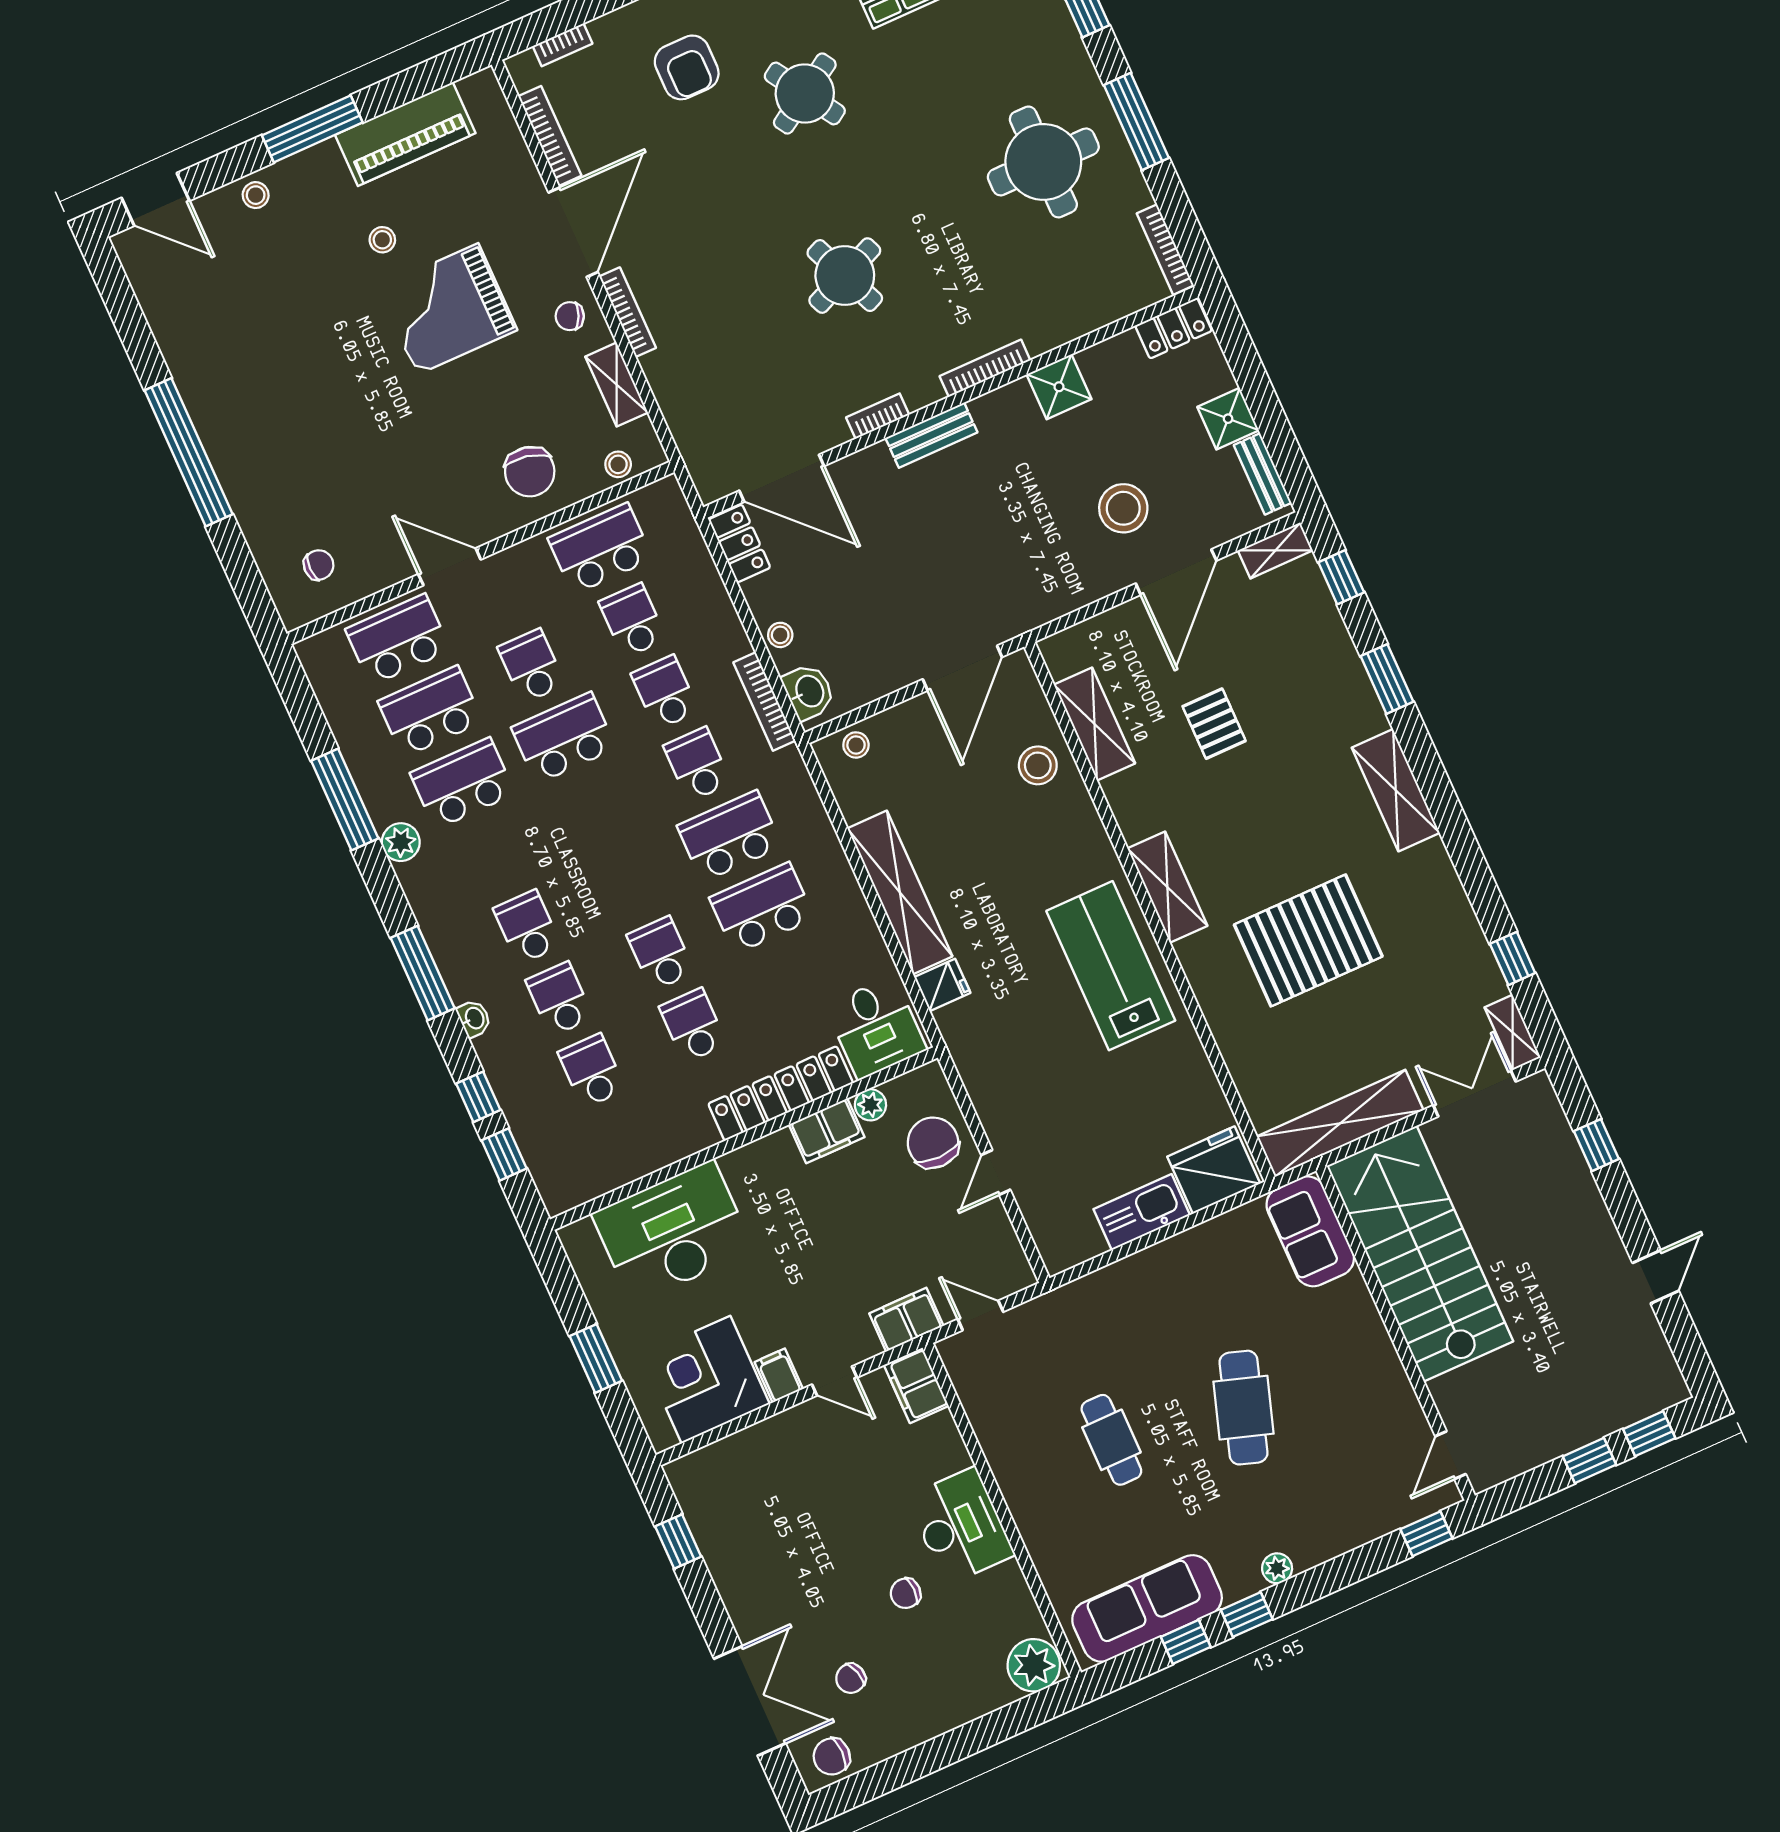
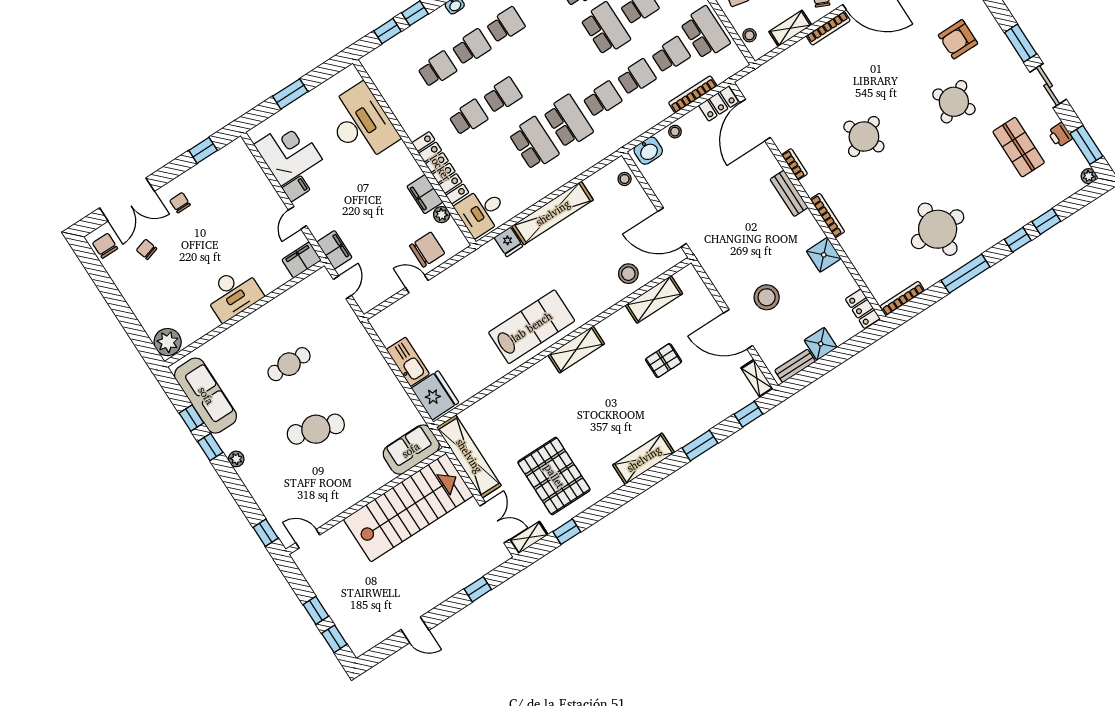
bookcase: (764, 702) -> (693, 94), moved
pallet: (1308, 940) -> (554, 476), moved
chair: (906, 1593) -> (180, 203), moved

